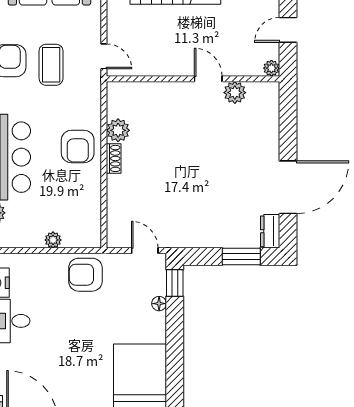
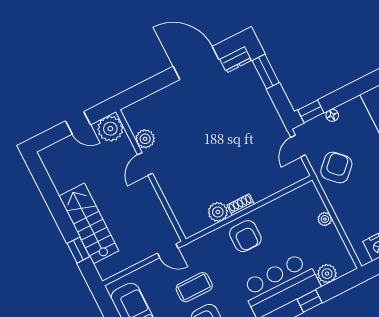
door: (104, 56) -> (168, 251), swing flipped
plant: (271, 68) -> (110, 129), width x1.88, depth x1.88
armchair: (78, 146) -> (245, 236), turned 90
armchair: (85, 275) -> (336, 168), moved, turned -135

